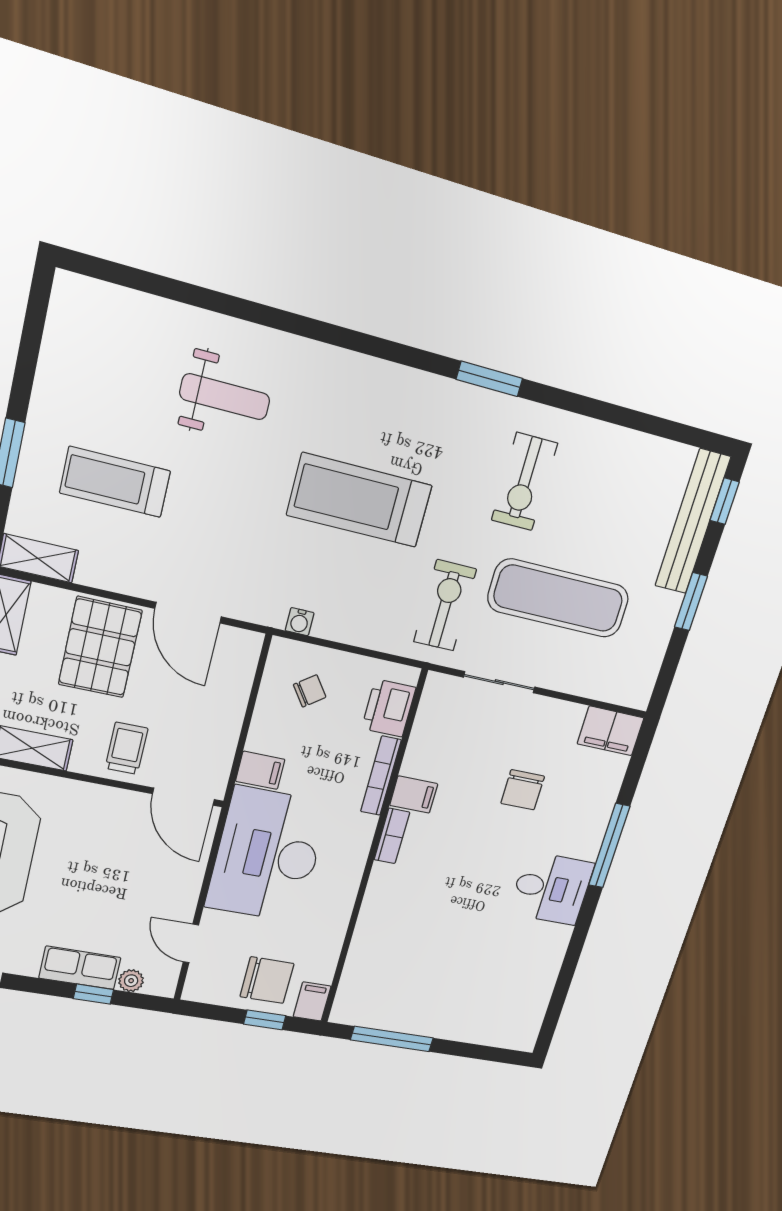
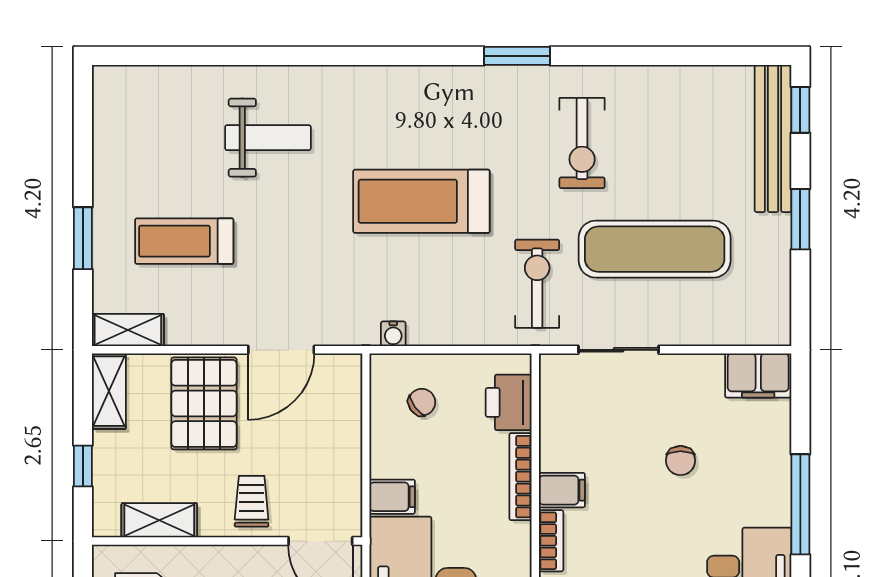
door: (188, 613) -> (281, 350), hinge flipped
chair: (523, 790) -> (681, 461), width x0.73, depth x0.73

